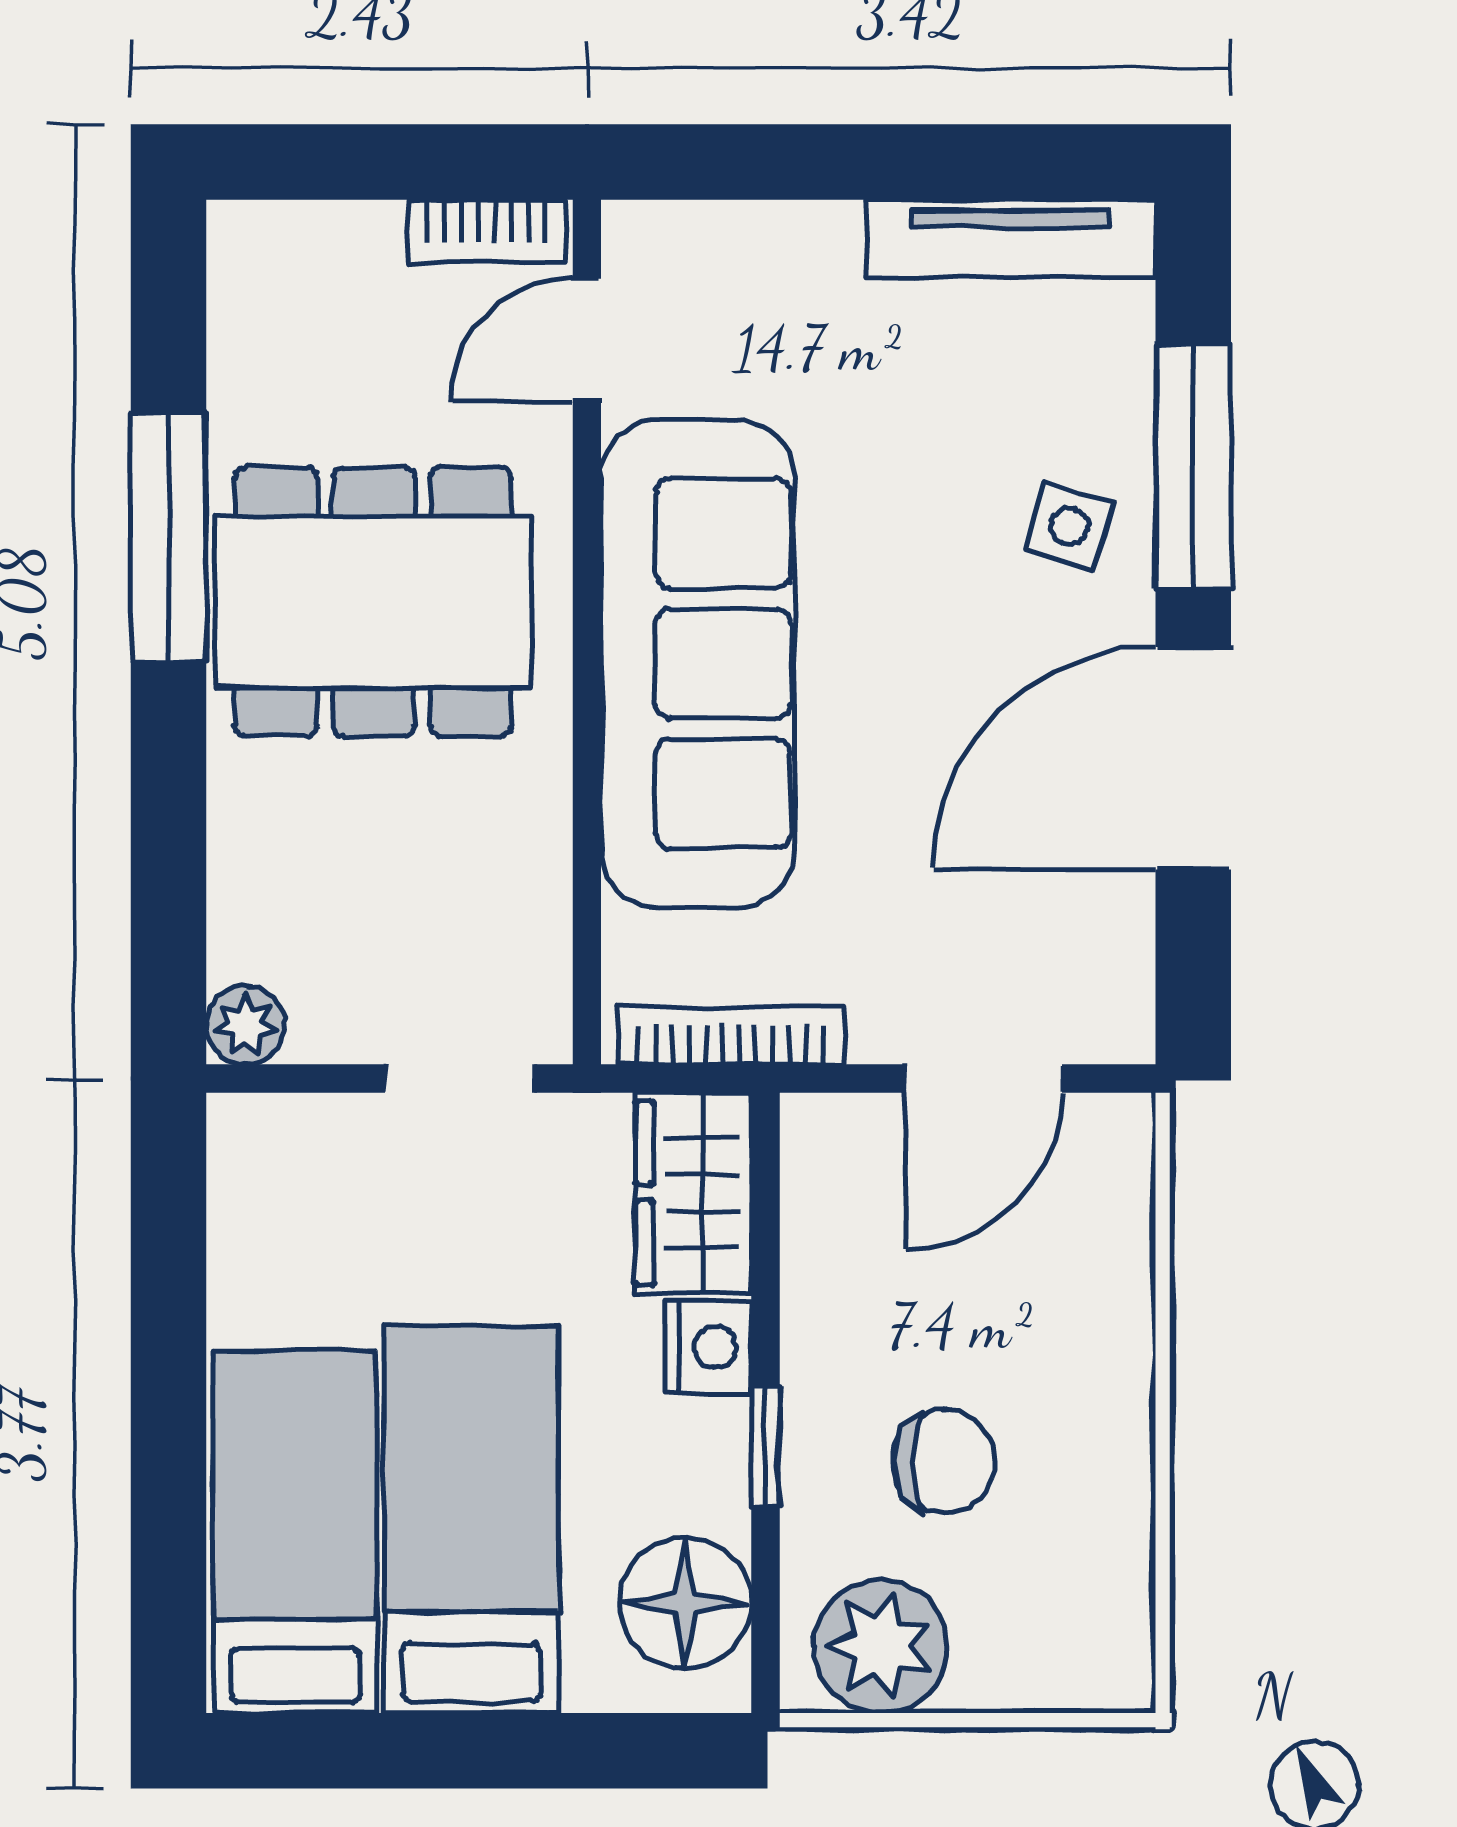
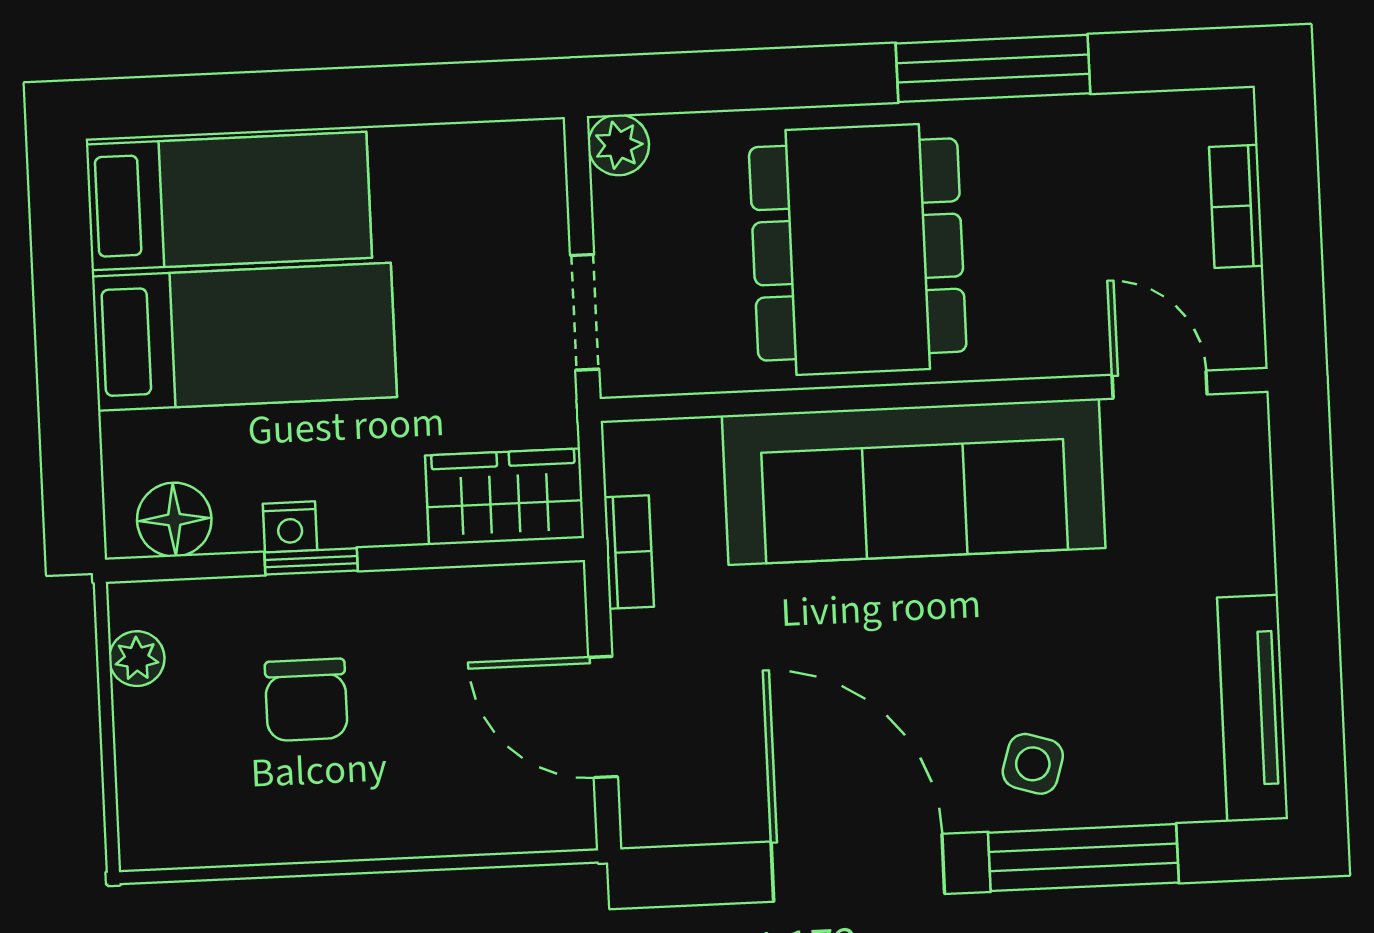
bookcase: (487, 231) -> (1236, 206), moved
dining table: (374, 602) -> (858, 249), moved
bookcase: (731, 1035) -> (629, 552), width x0.64
nightstand: (708, 1347) -> (290, 527), moved, width x0.72, depth x0.74
floor lamp: (685, 1603) -> (174, 520), width x0.73, depth x0.73
plant: (881, 1646) -> (137, 659), width x0.53, depth x0.53

